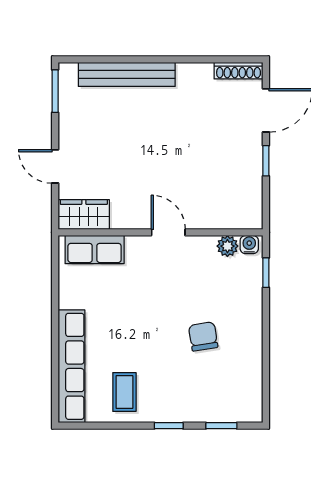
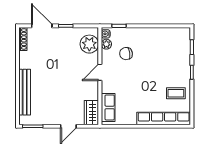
plant: (228, 210) -> (89, 44), added
chair: (203, 336) -> (126, 54), moved

